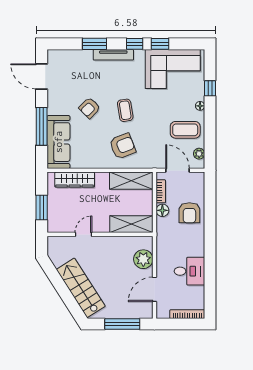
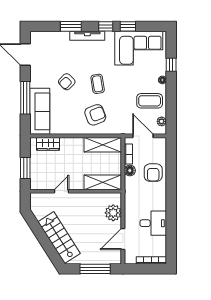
wardrobe: (75, 180) -> (48, 144), width x0.67

